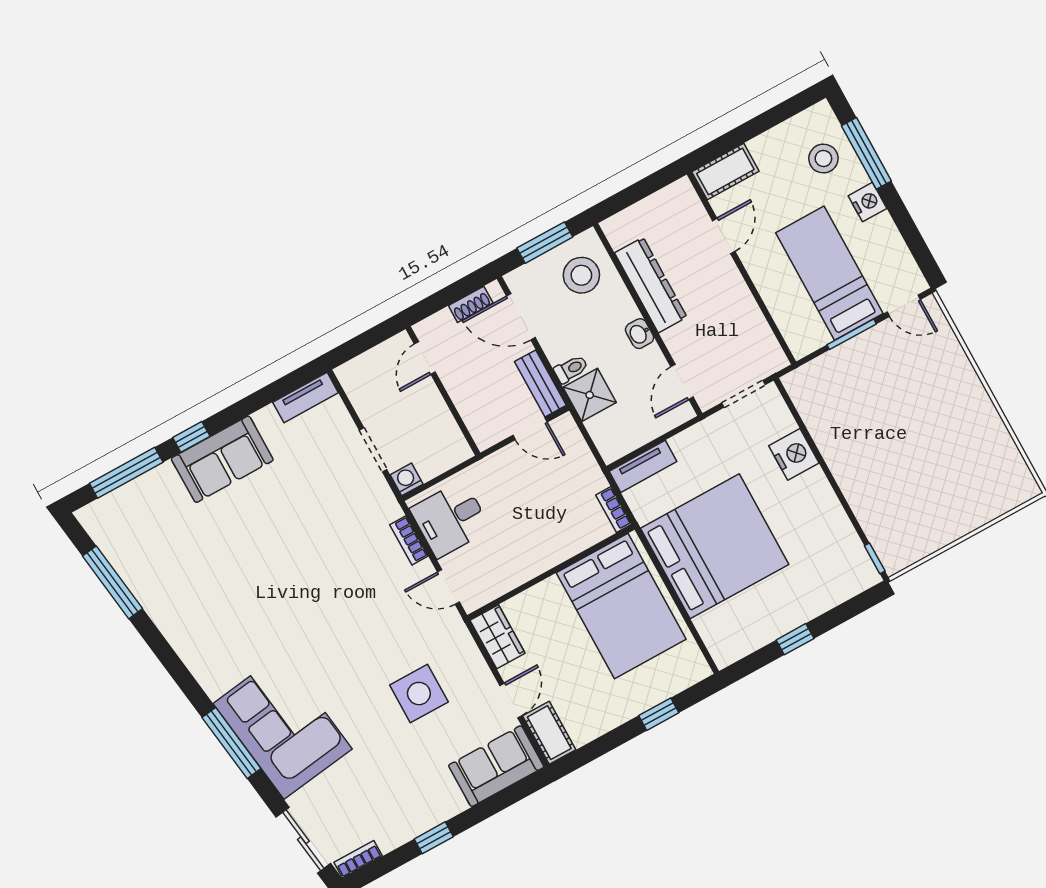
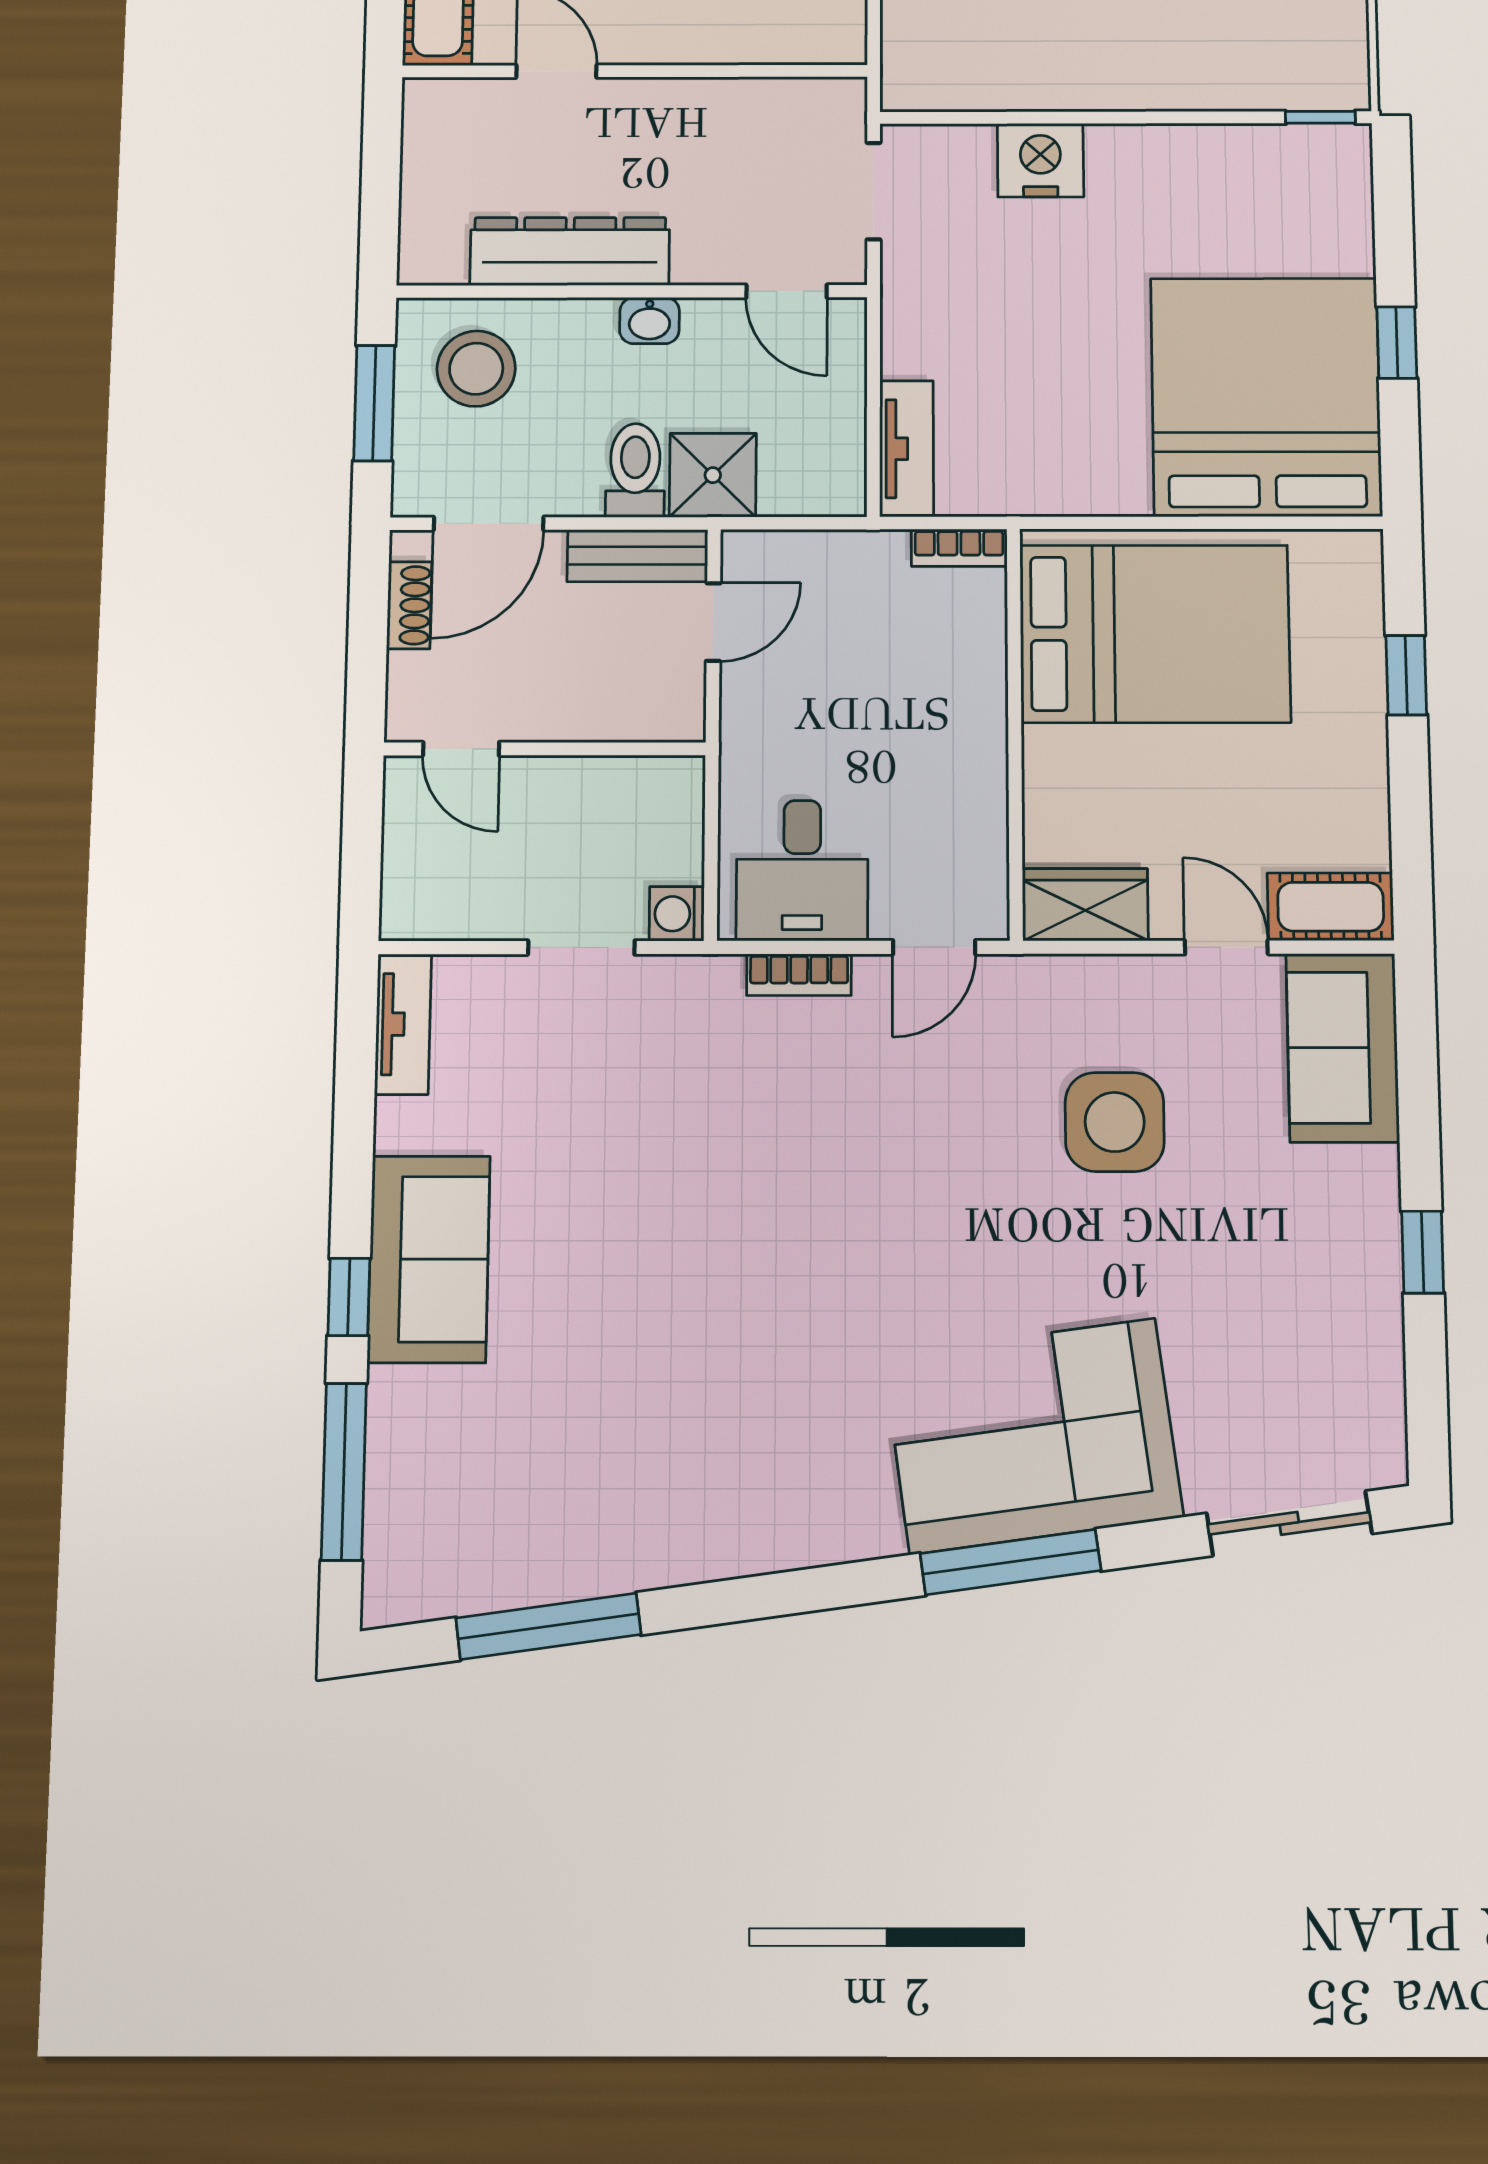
toilet: (571, 369) -> (635, 470), width x1.37, depth x1.39
bed: (715, 546) -> (1266, 397), moved
bookcase: (358, 859) -> (1387, 1431), removed

